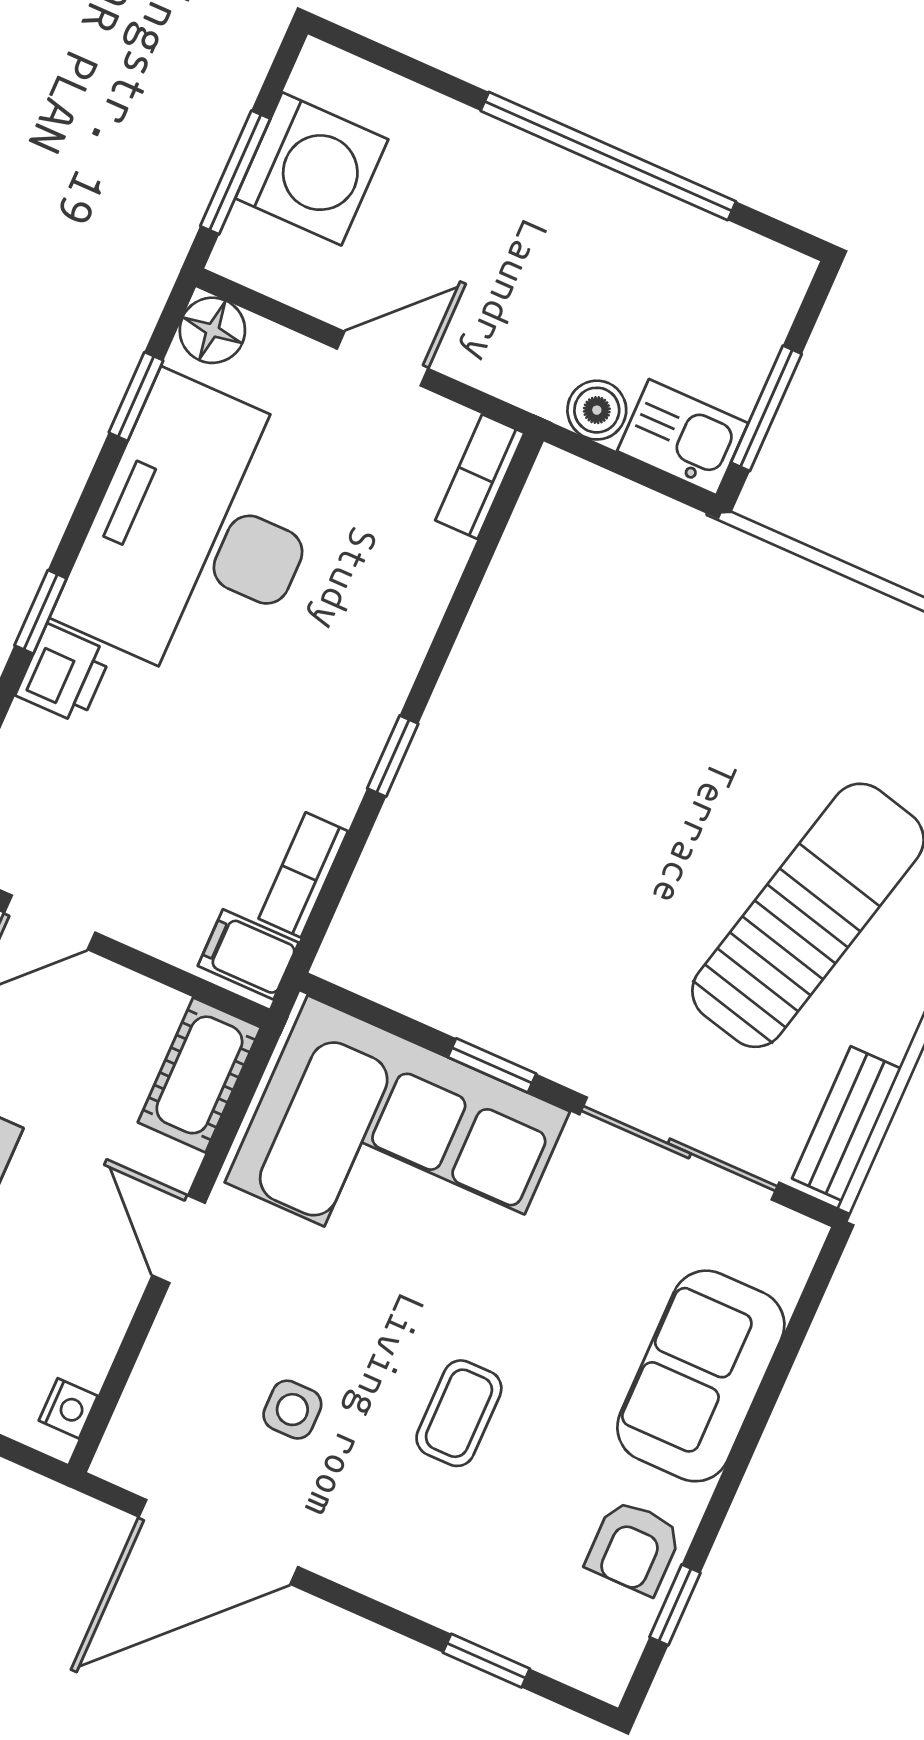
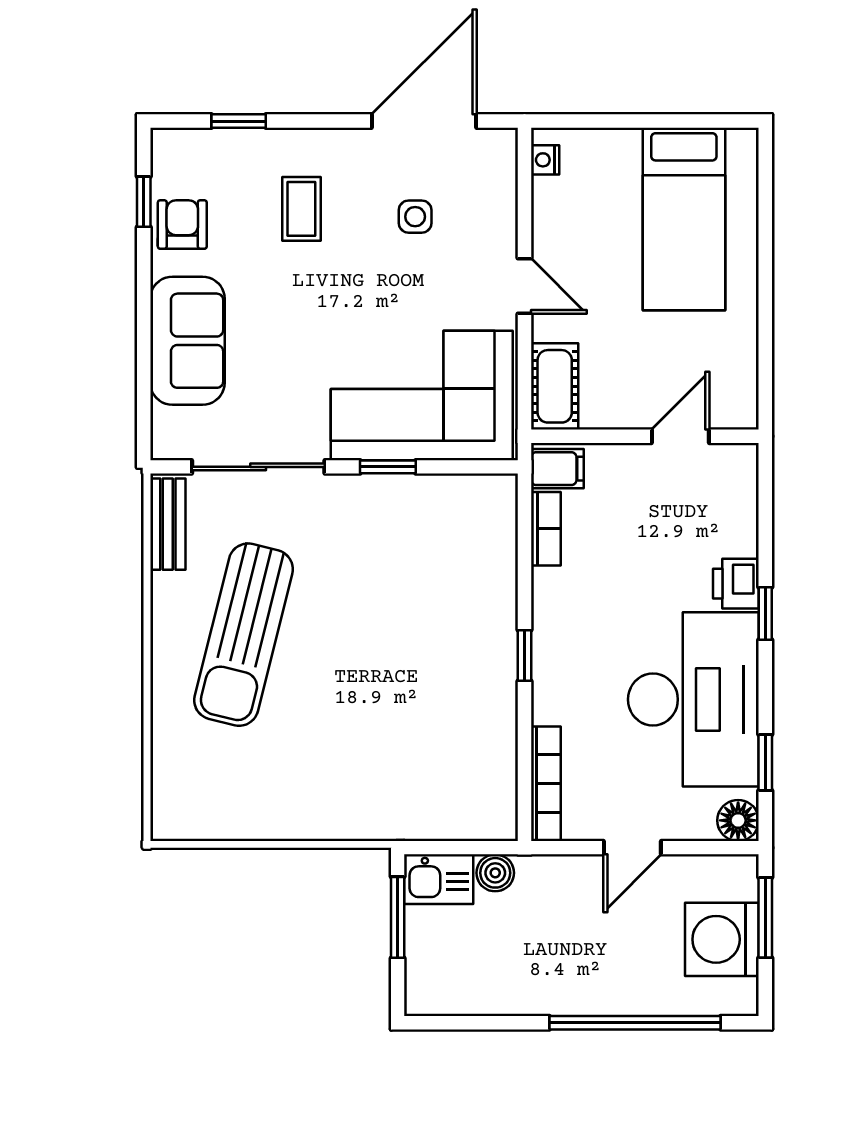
window: (608, 156) -> (635, 1023), moved
bookcase: (480, 477) -> (546, 784), width x1.56
window: (393, 756) -> (525, 656), moved
coffee table: (459, 1413) -> (301, 209), moved

